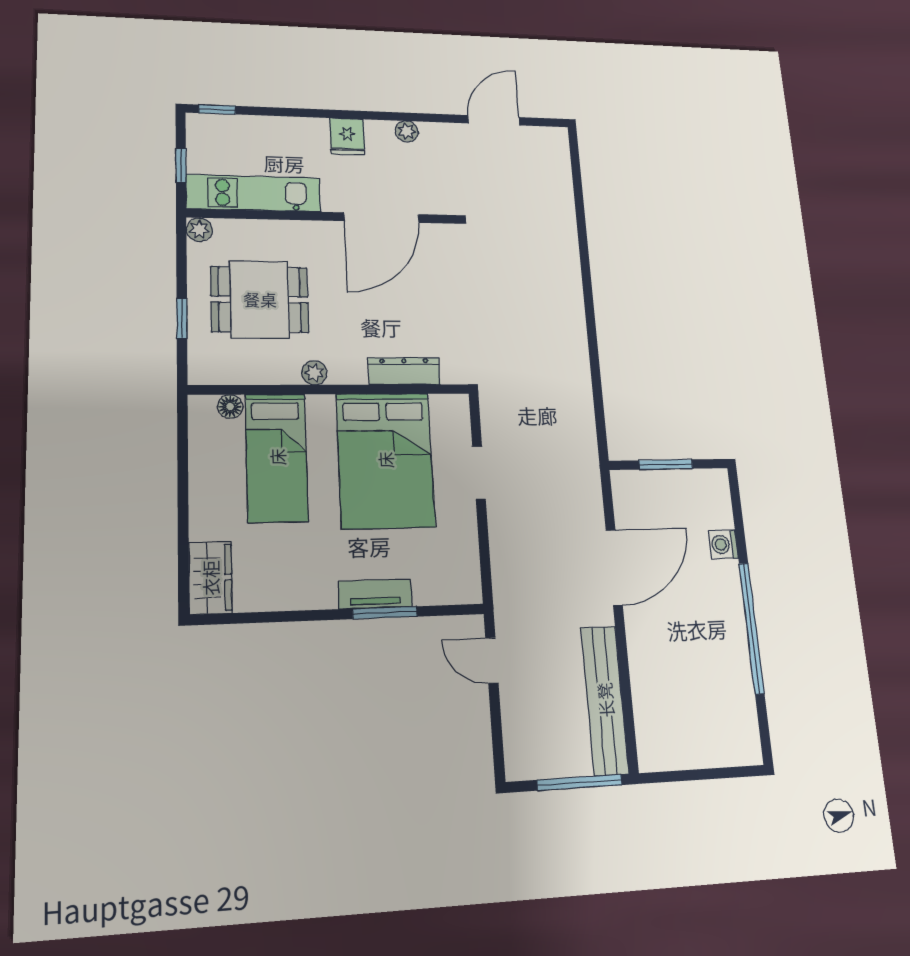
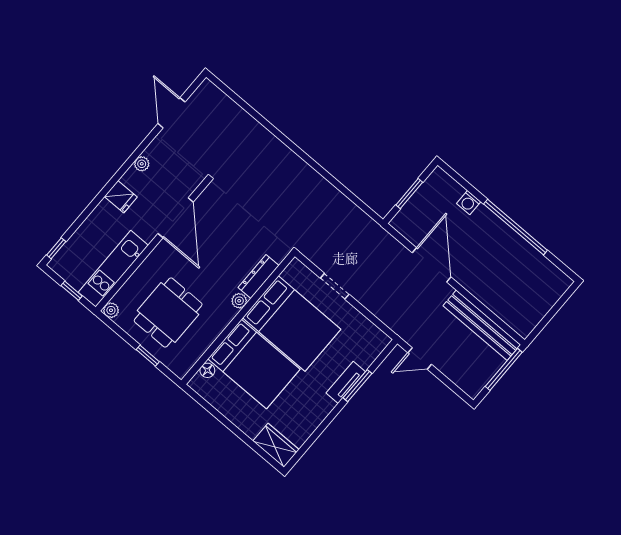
plant: (314, 373) -> (239, 301), moved
bed: (277, 457) -> (254, 364), width x1.50

